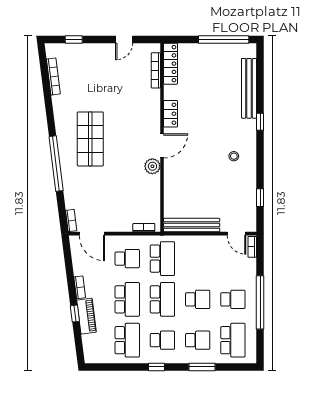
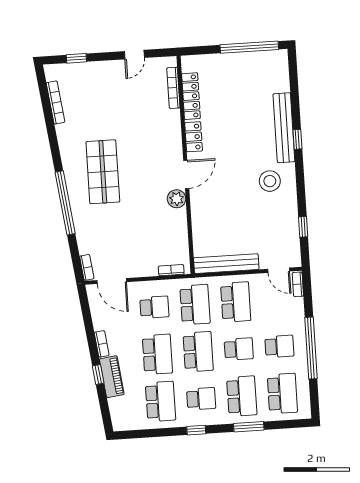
locker: (171, 64) -> (191, 96), moved
bench: (249, 88) -> (284, 128), moved
stool: (234, 156) -> (270, 181), width x1.89, depth x1.89
school desk: (198, 259) -> (236, 302), added
school desk: (198, 340) -> (242, 396), width x1.85

